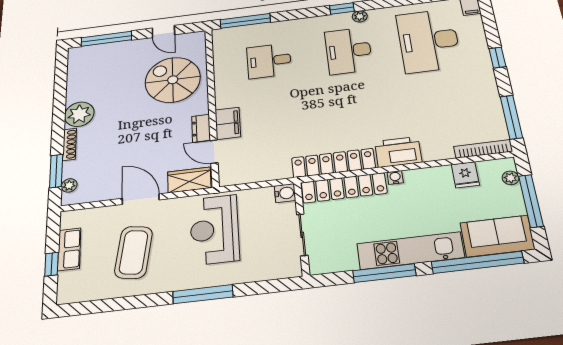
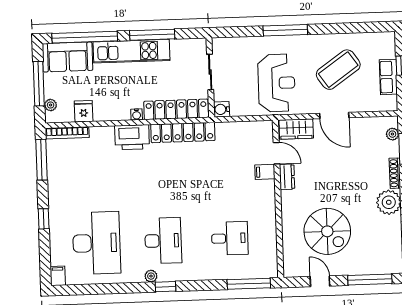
spiral stairs: (173, 80) -> (327, 231), moved
filing cabinet: (228, 123) -> (265, 172), width x0.50
coffee table: (134, 252) -> (338, 70), turned 46

